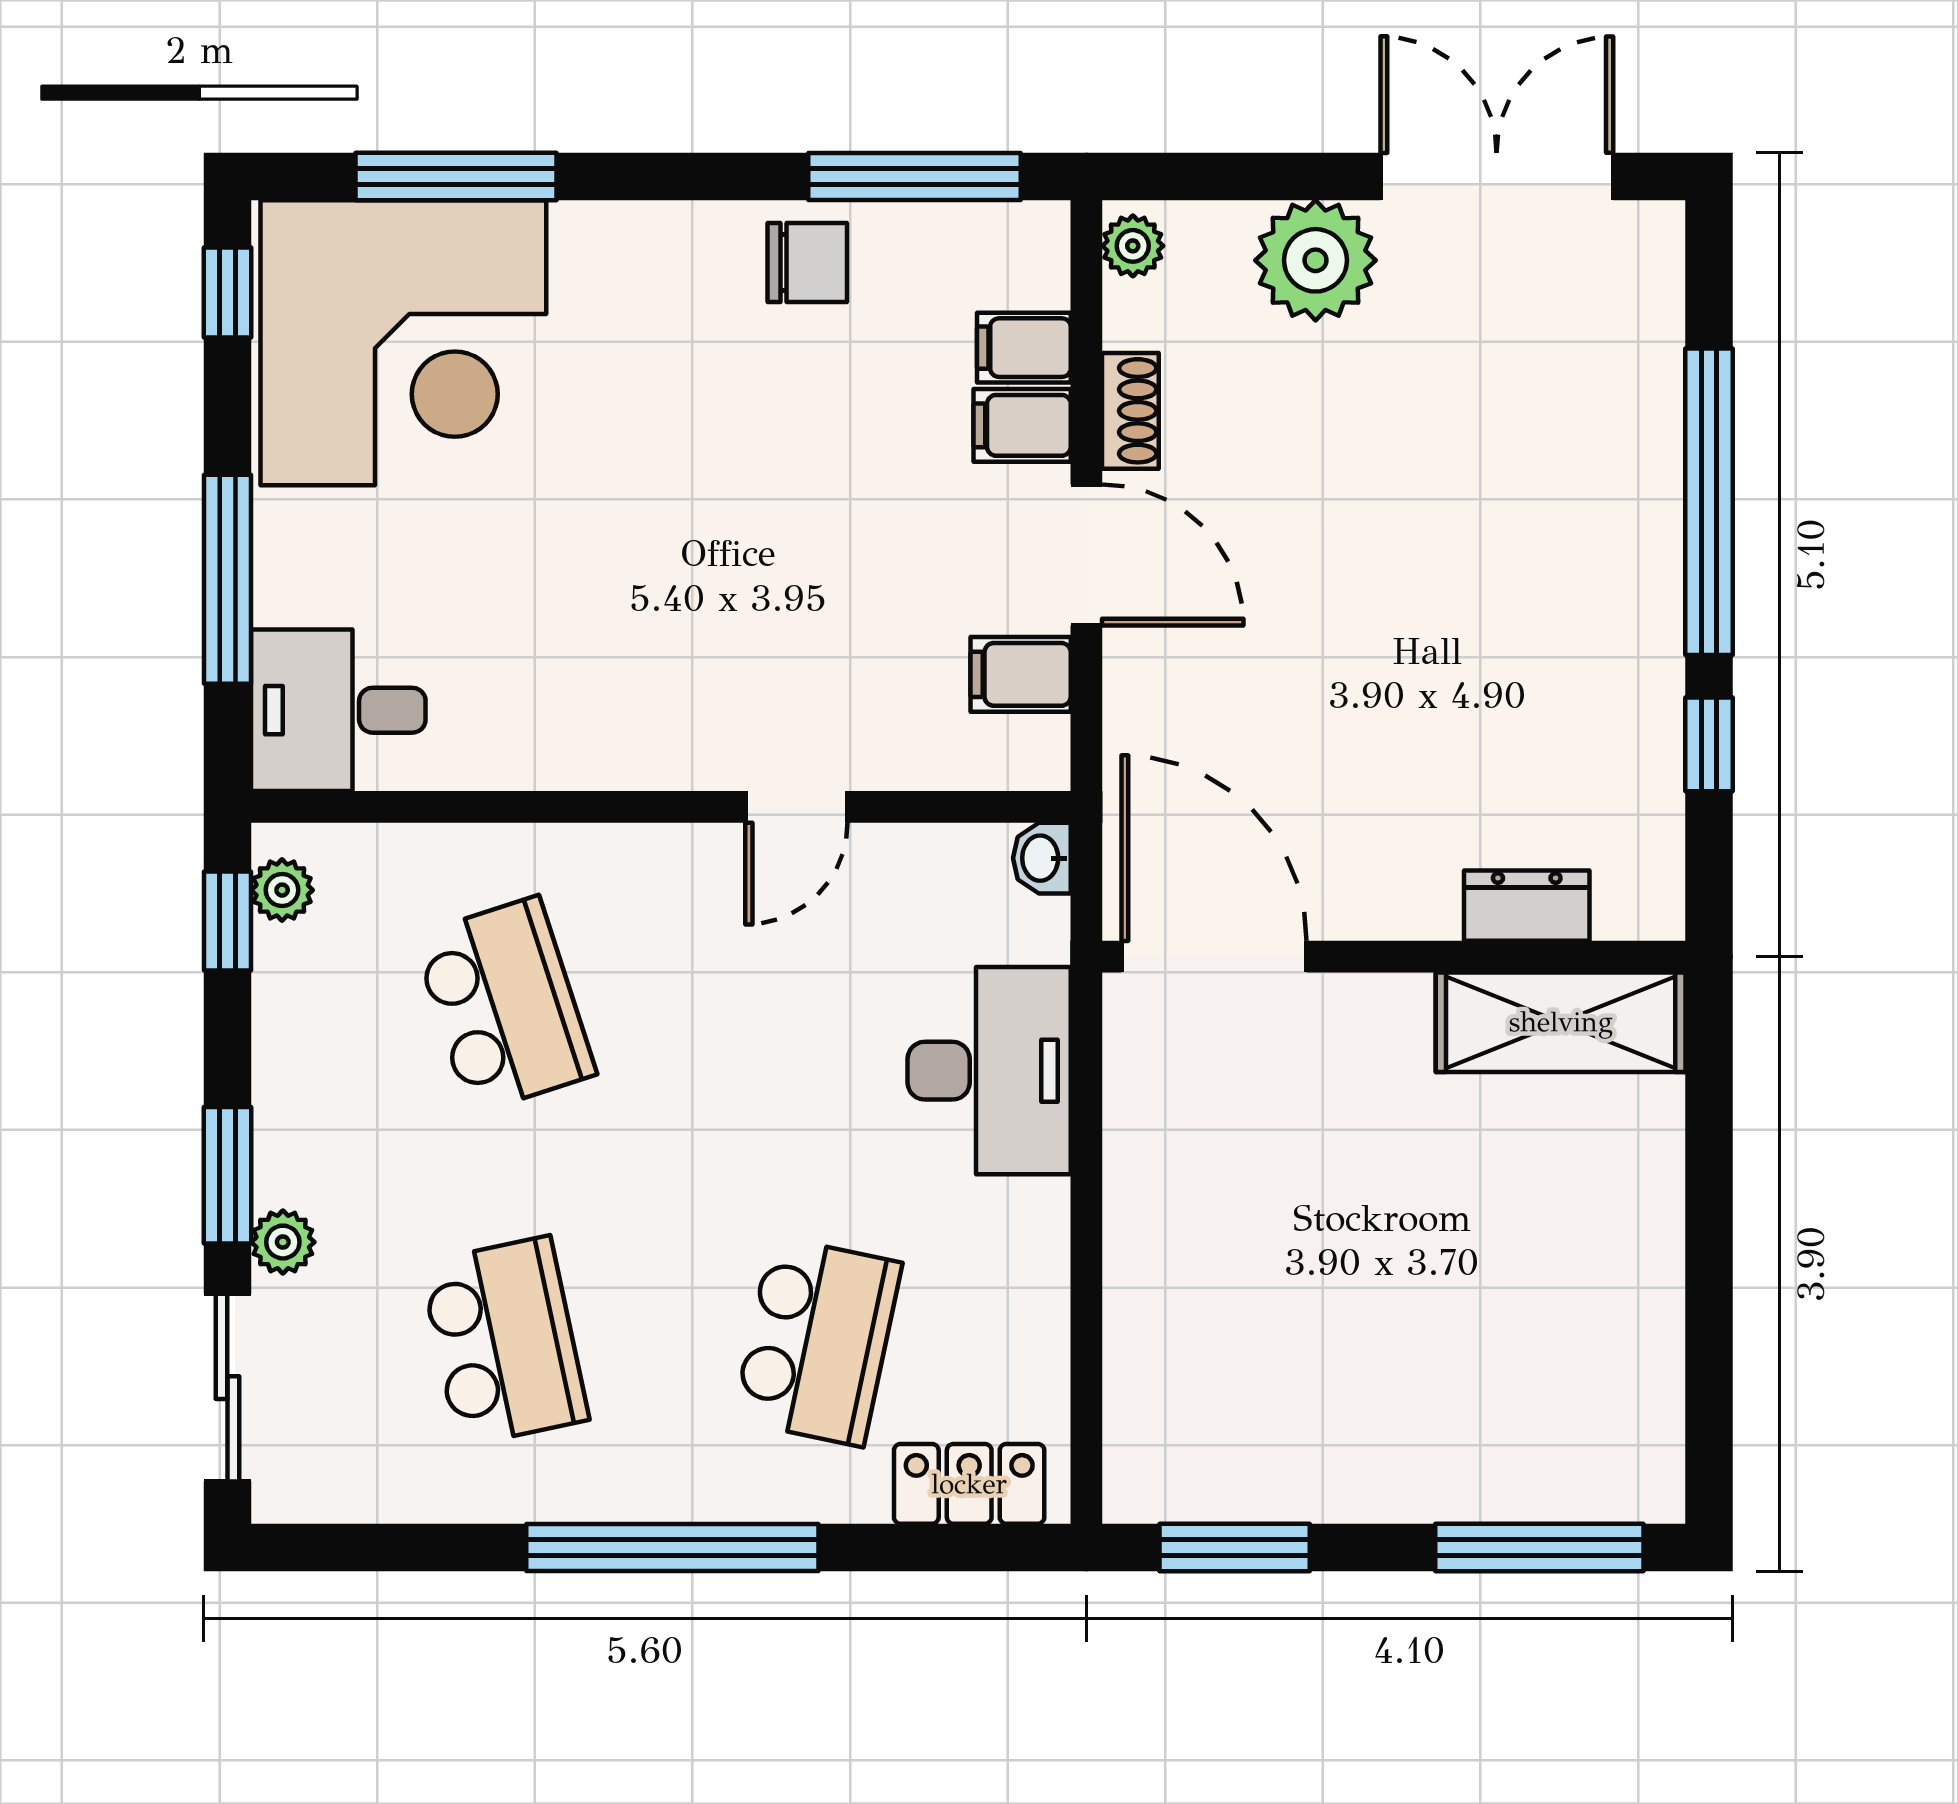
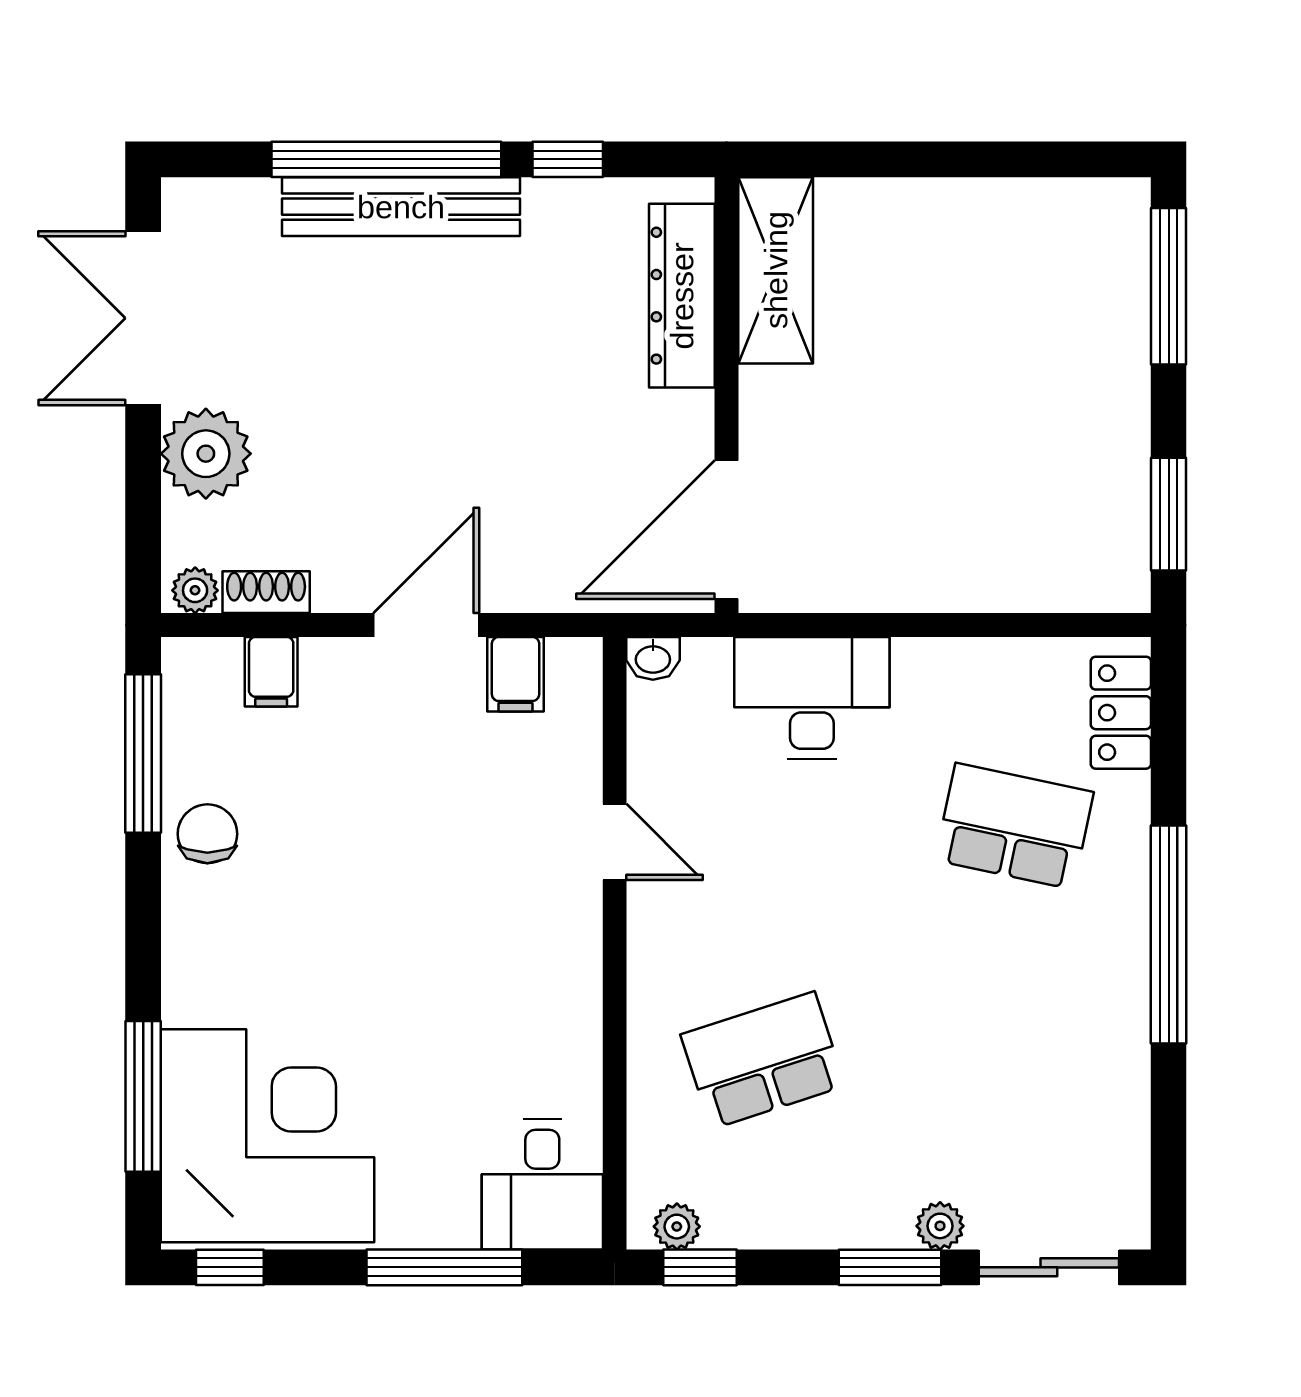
shoe rack: (1130, 411) -> (266, 592), moved
filing cabinet: (1022, 425) -> (329, 673), removed
bench: (1646, 521) -> (401, 207), added
dresser: (1527, 906) -> (682, 296), width x1.96, depth x1.24
school desk: (504, 1341) -> (1014, 1060), removed

